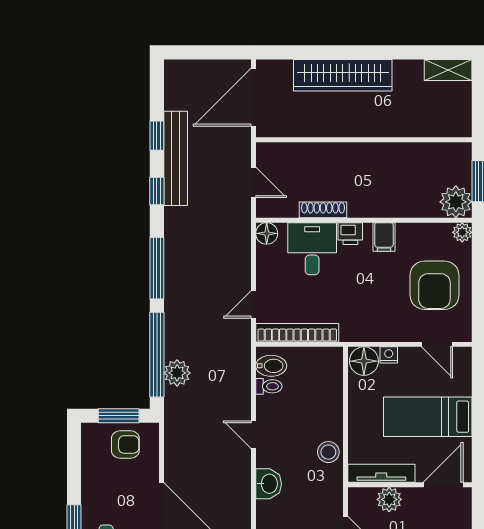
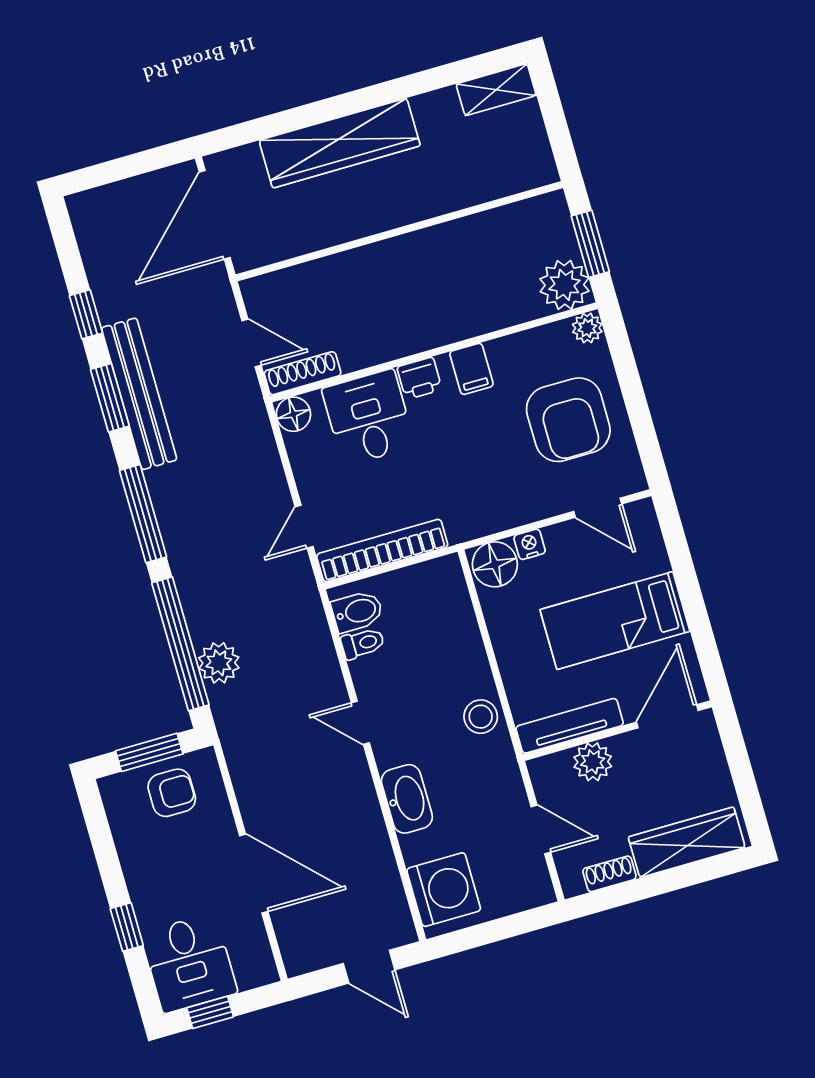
bench: (176, 158) -> (139, 394), moved
window: (157, 191) -> (110, 398), width x1.50
shoe rack: (323, 210) -> (303, 373), moved
washbasin: (269, 484) -> (407, 799), width x1.38

